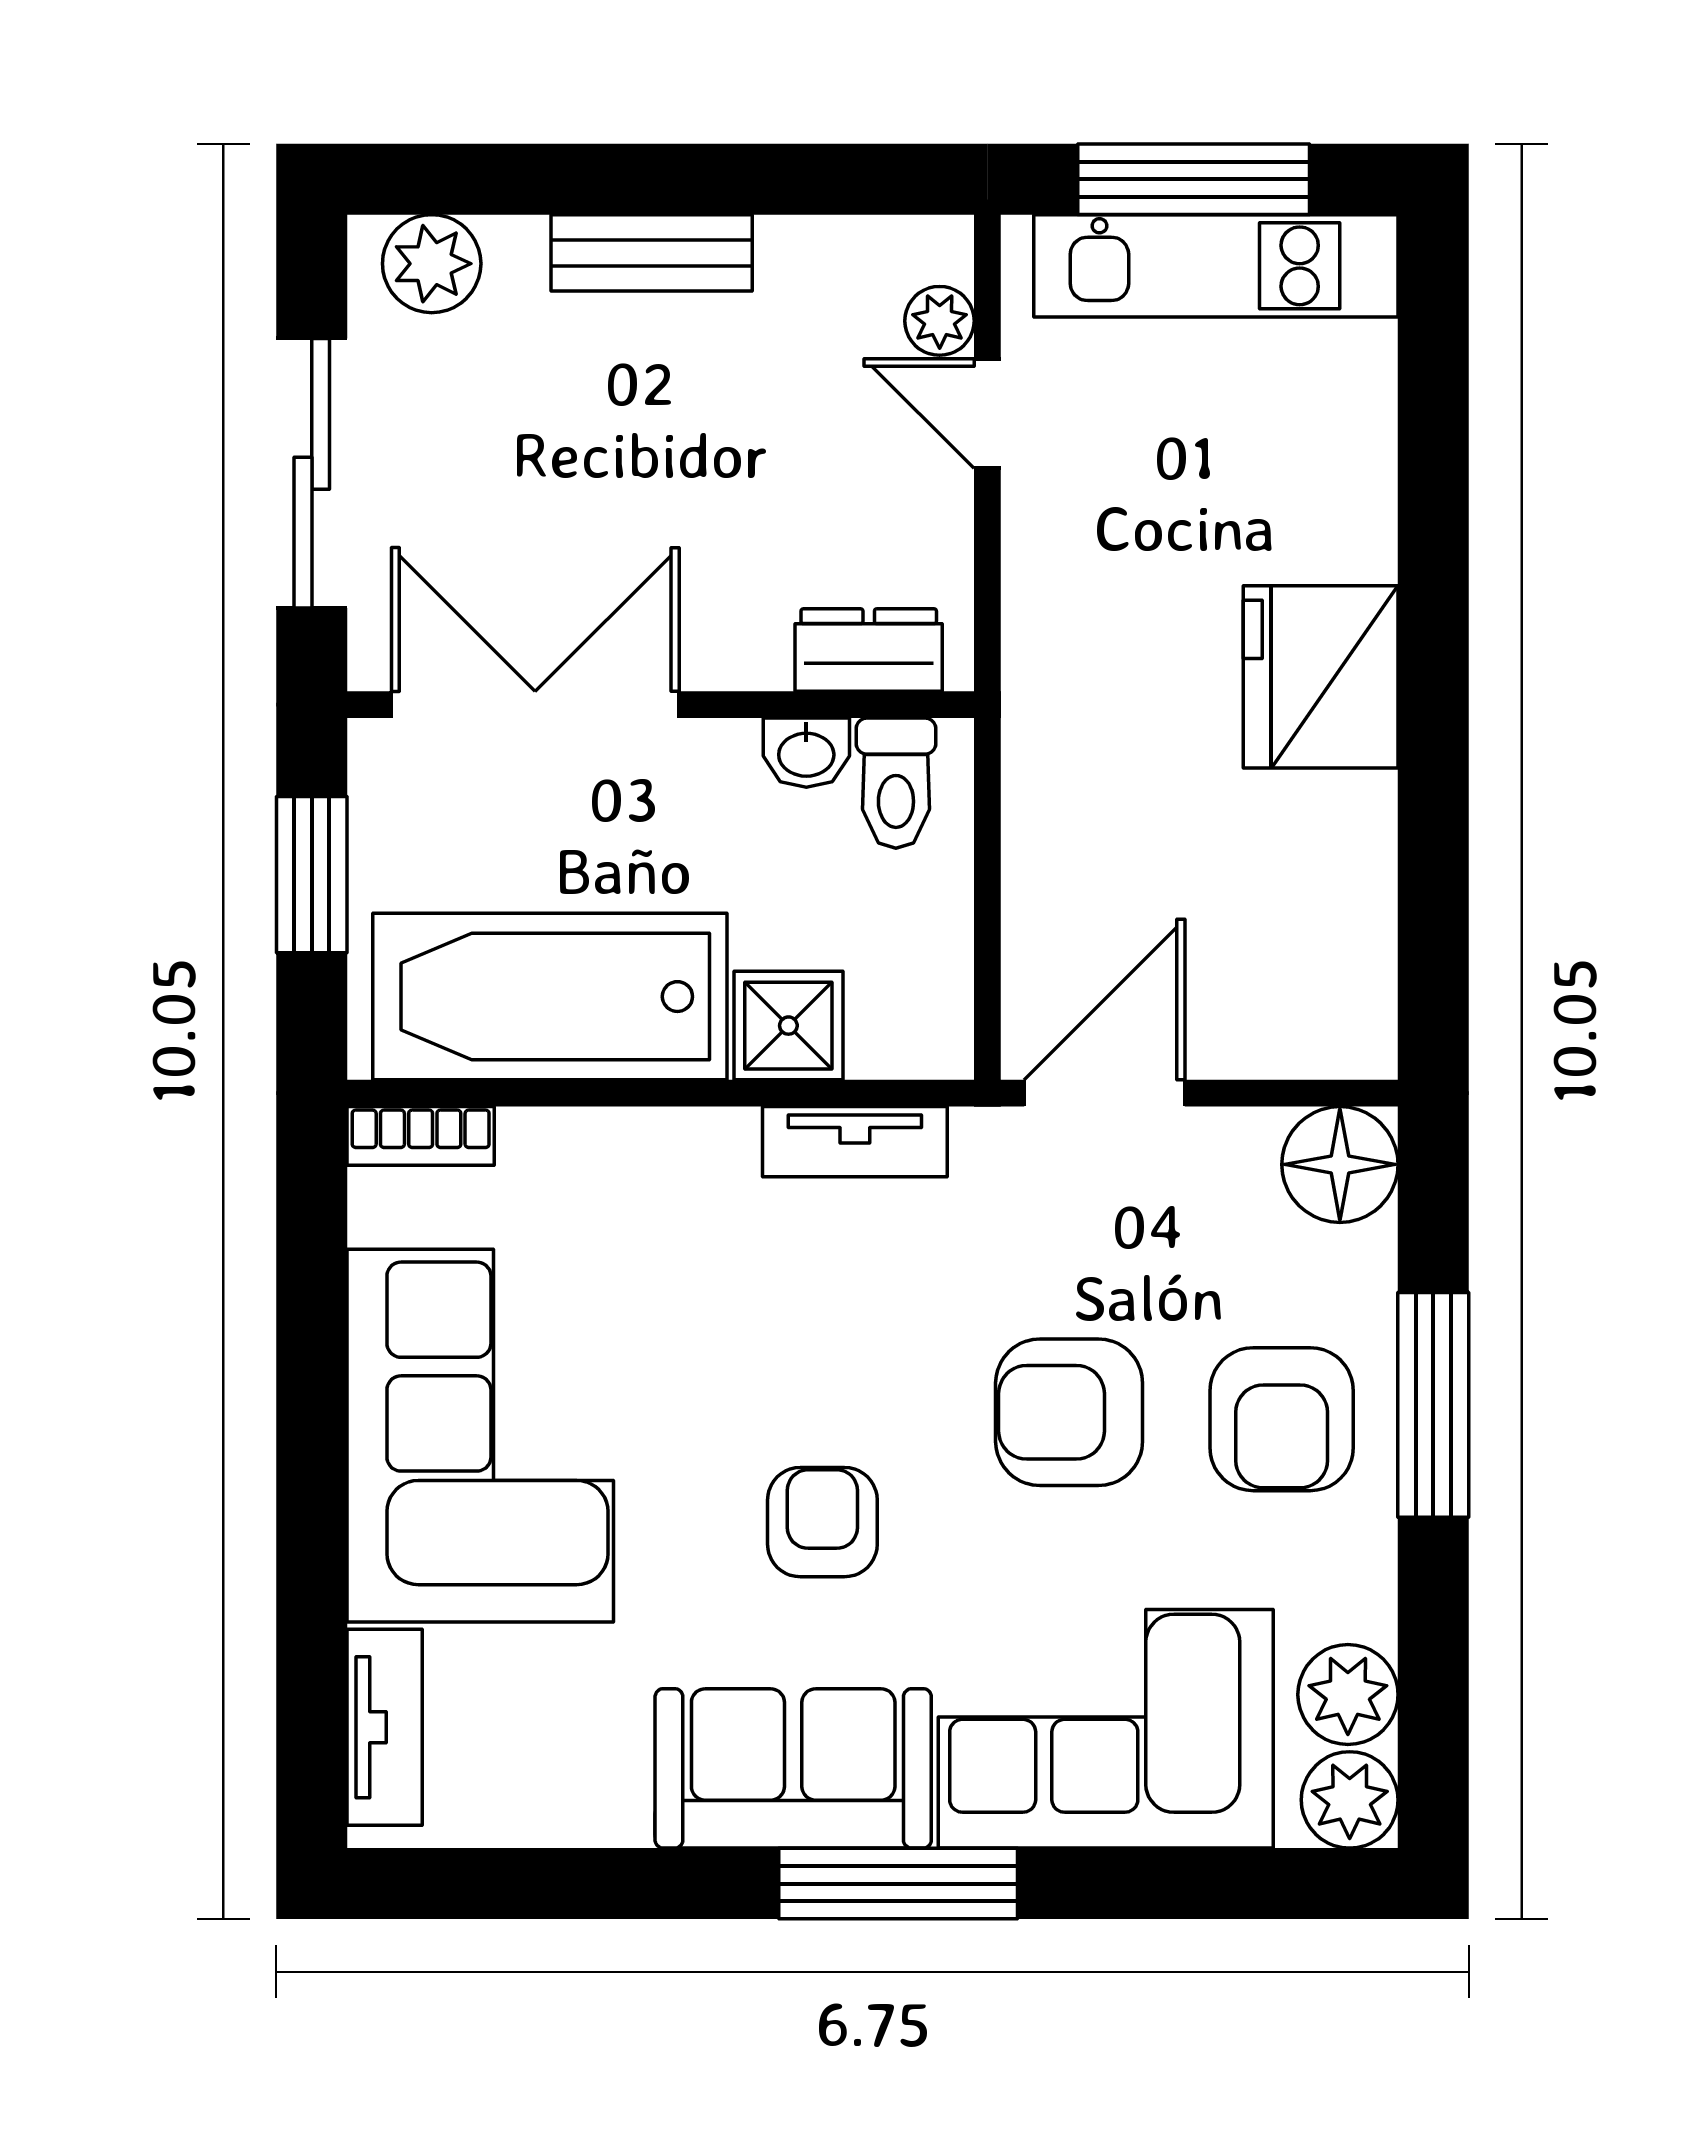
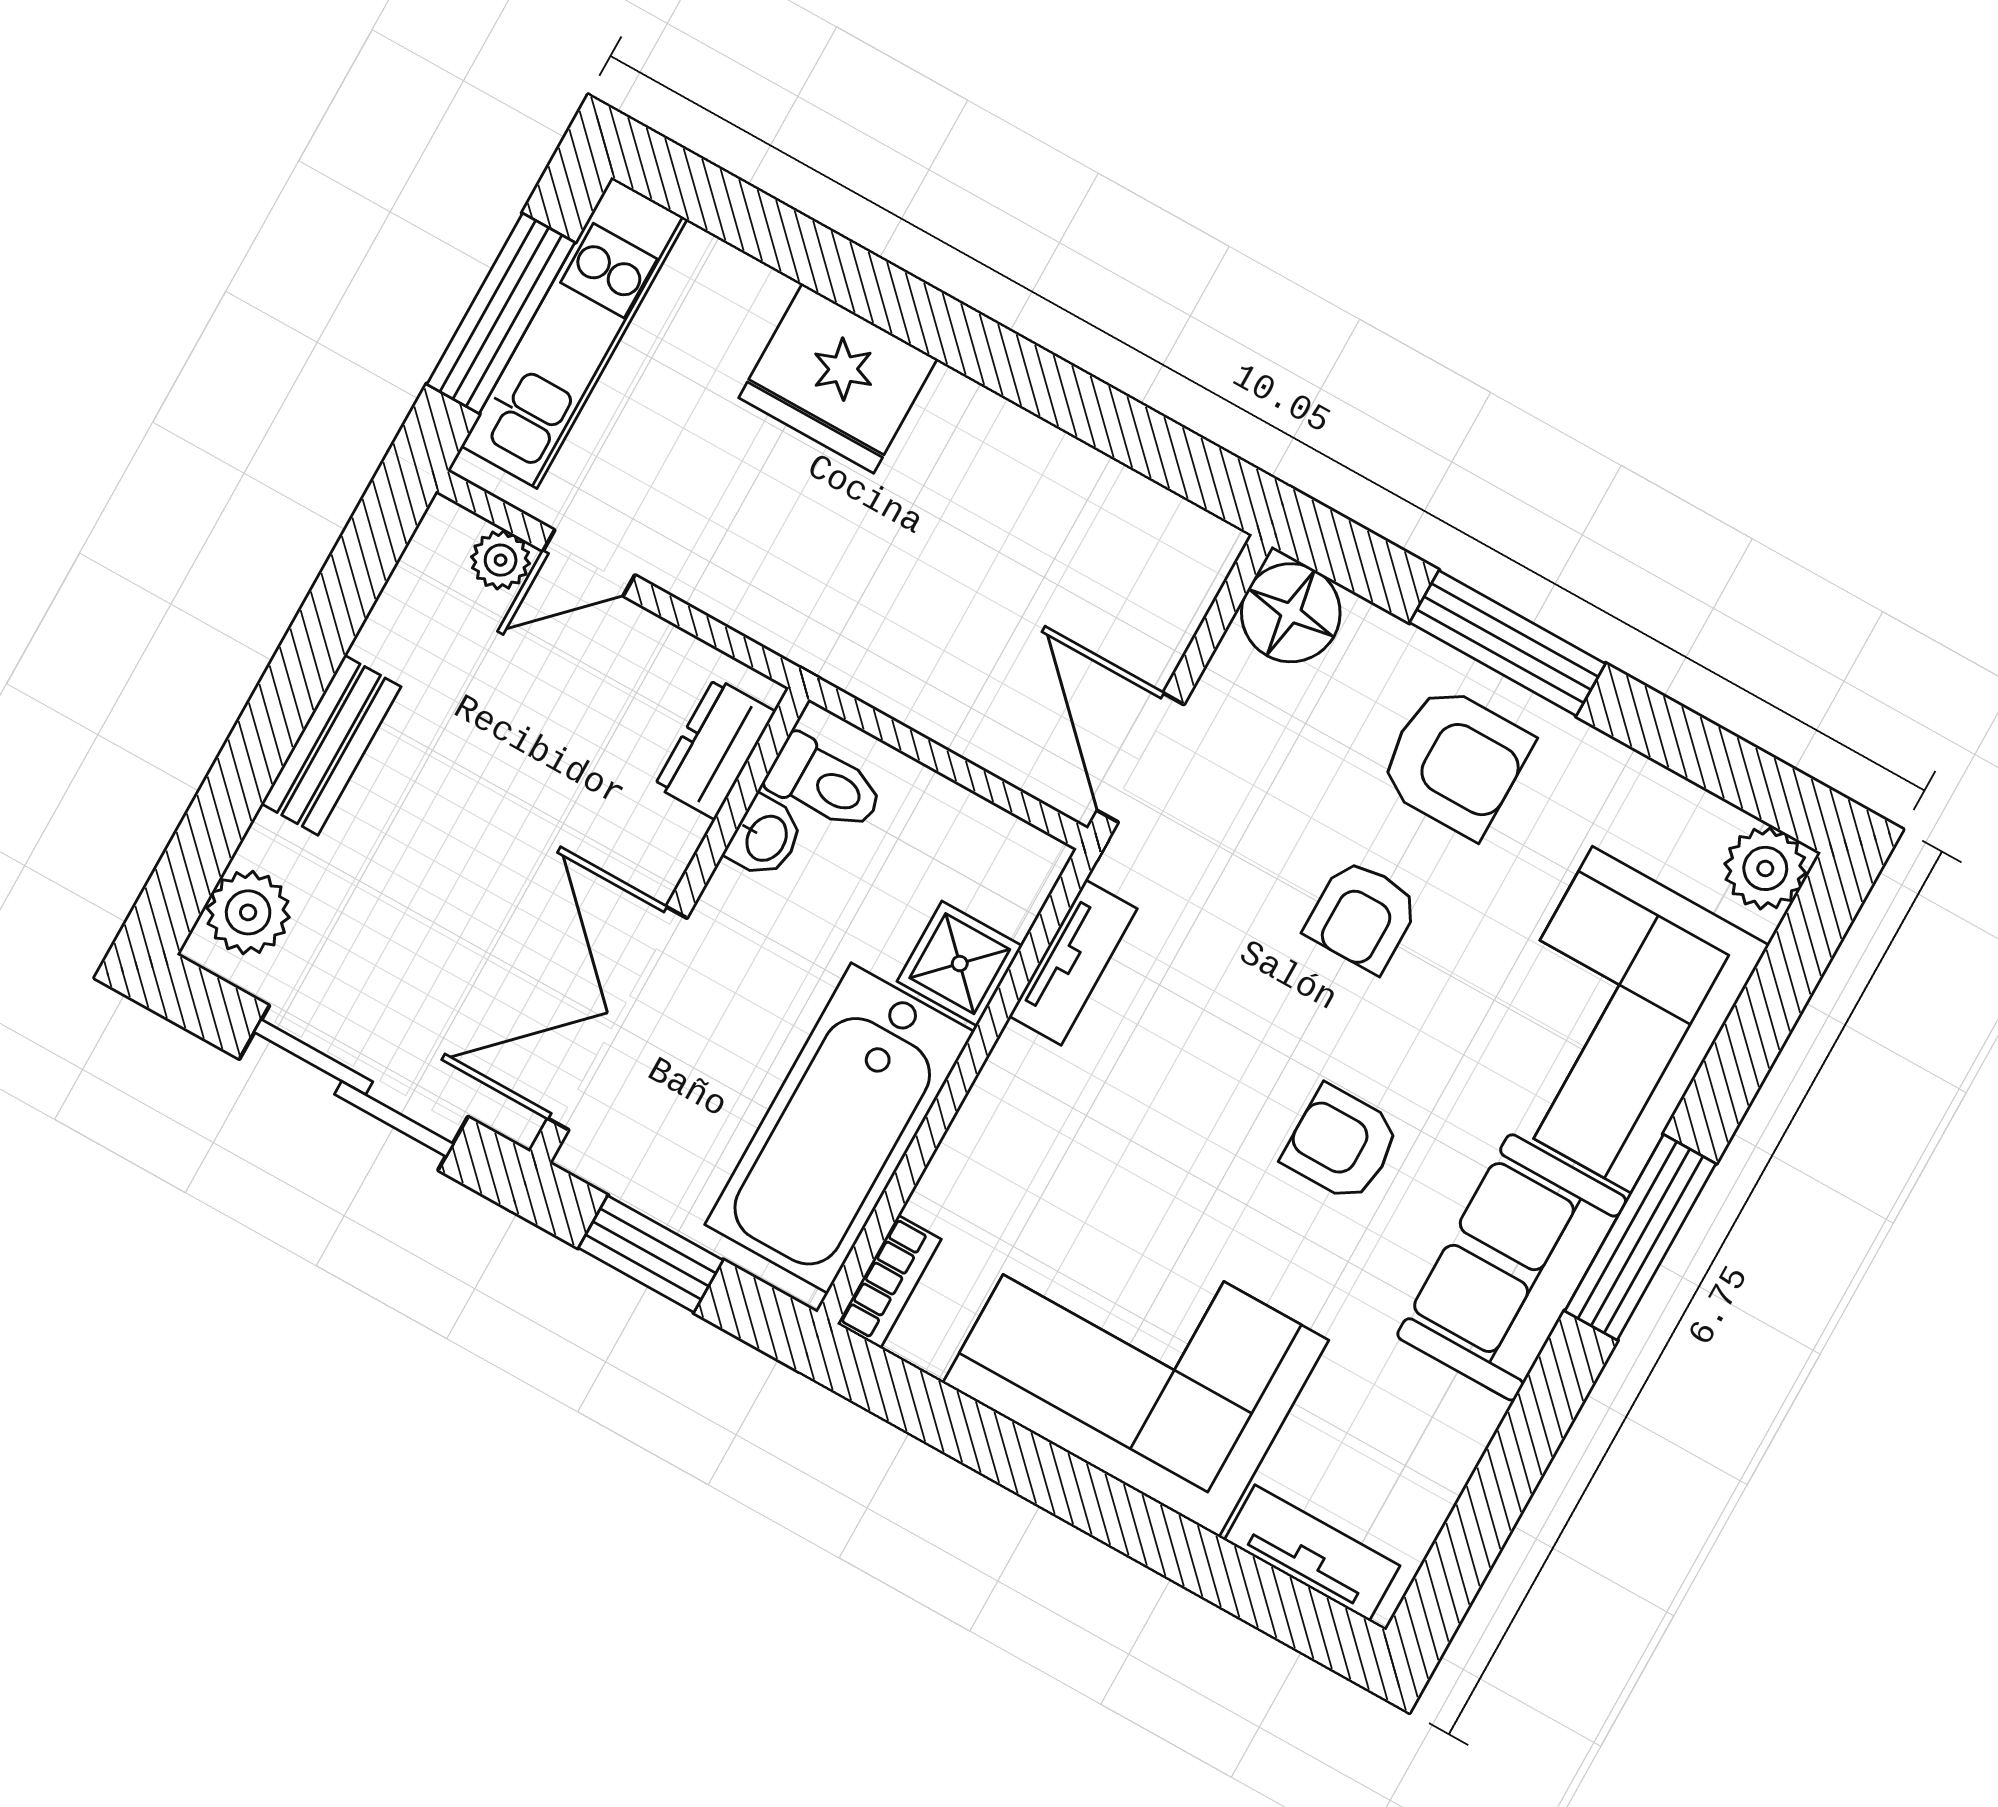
fridge: (1321, 677) -> (838, 378), moved
armchair: (1069, 1412) -> (1362, 916), width x0.72, depth x0.72
plant: (1348, 1695) -> (1687, 826), removed

